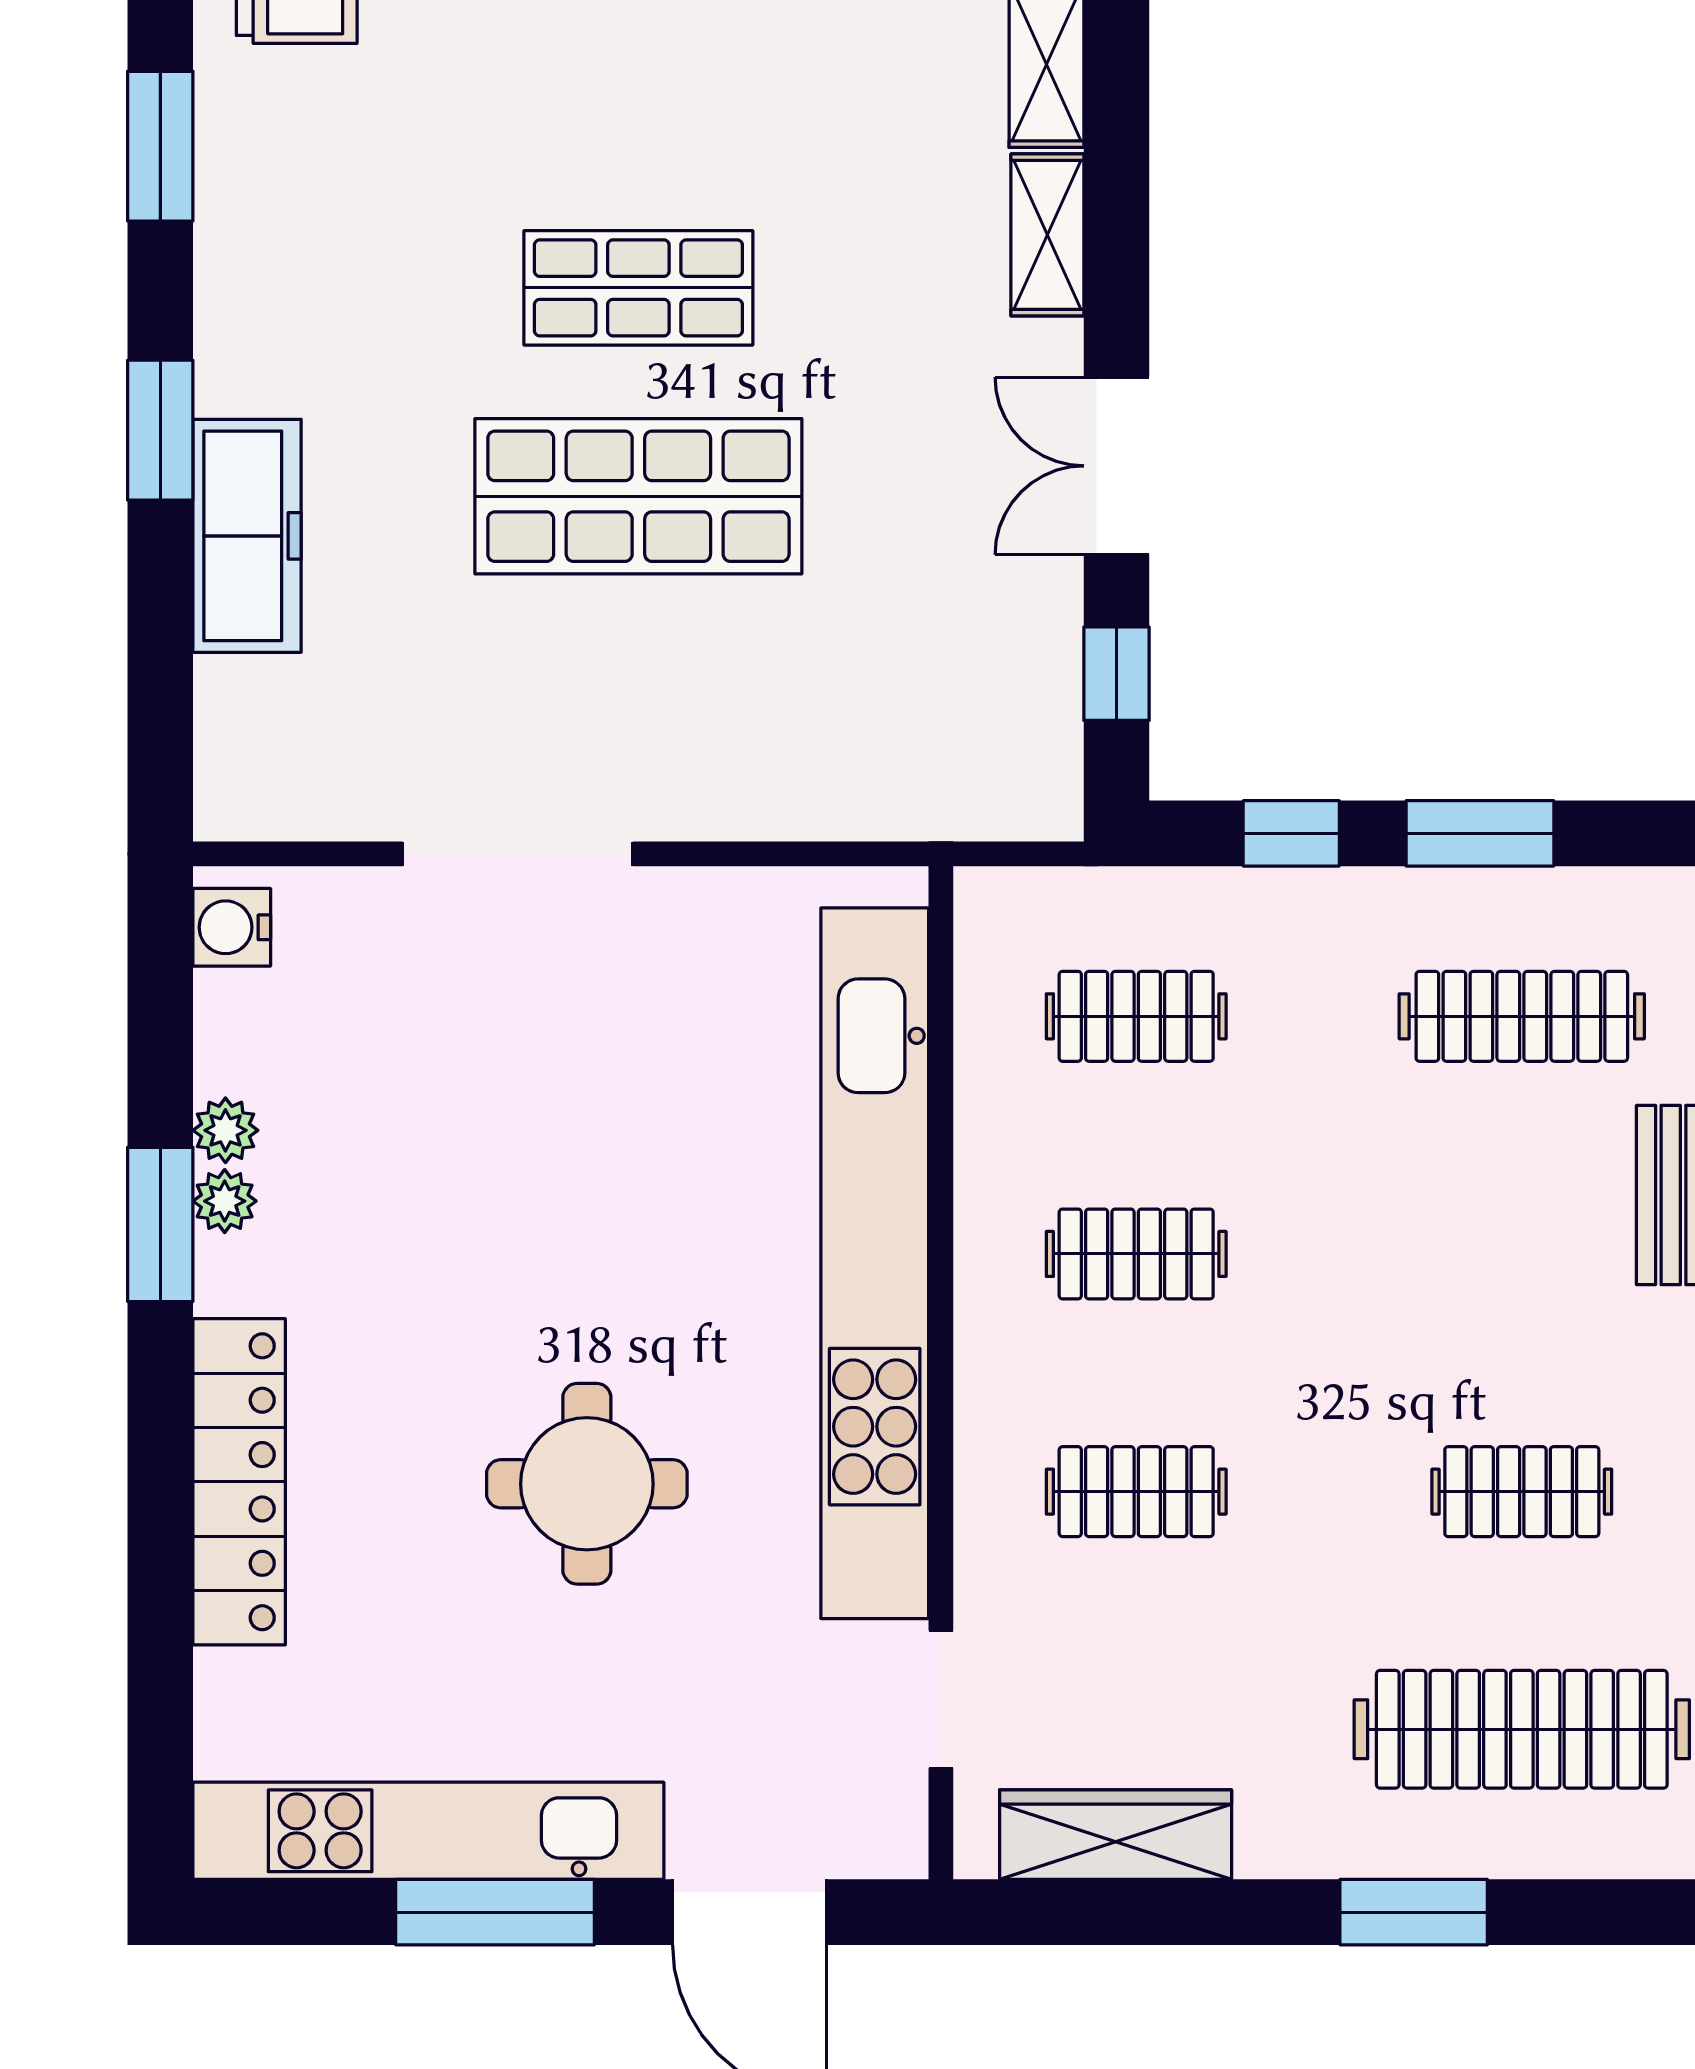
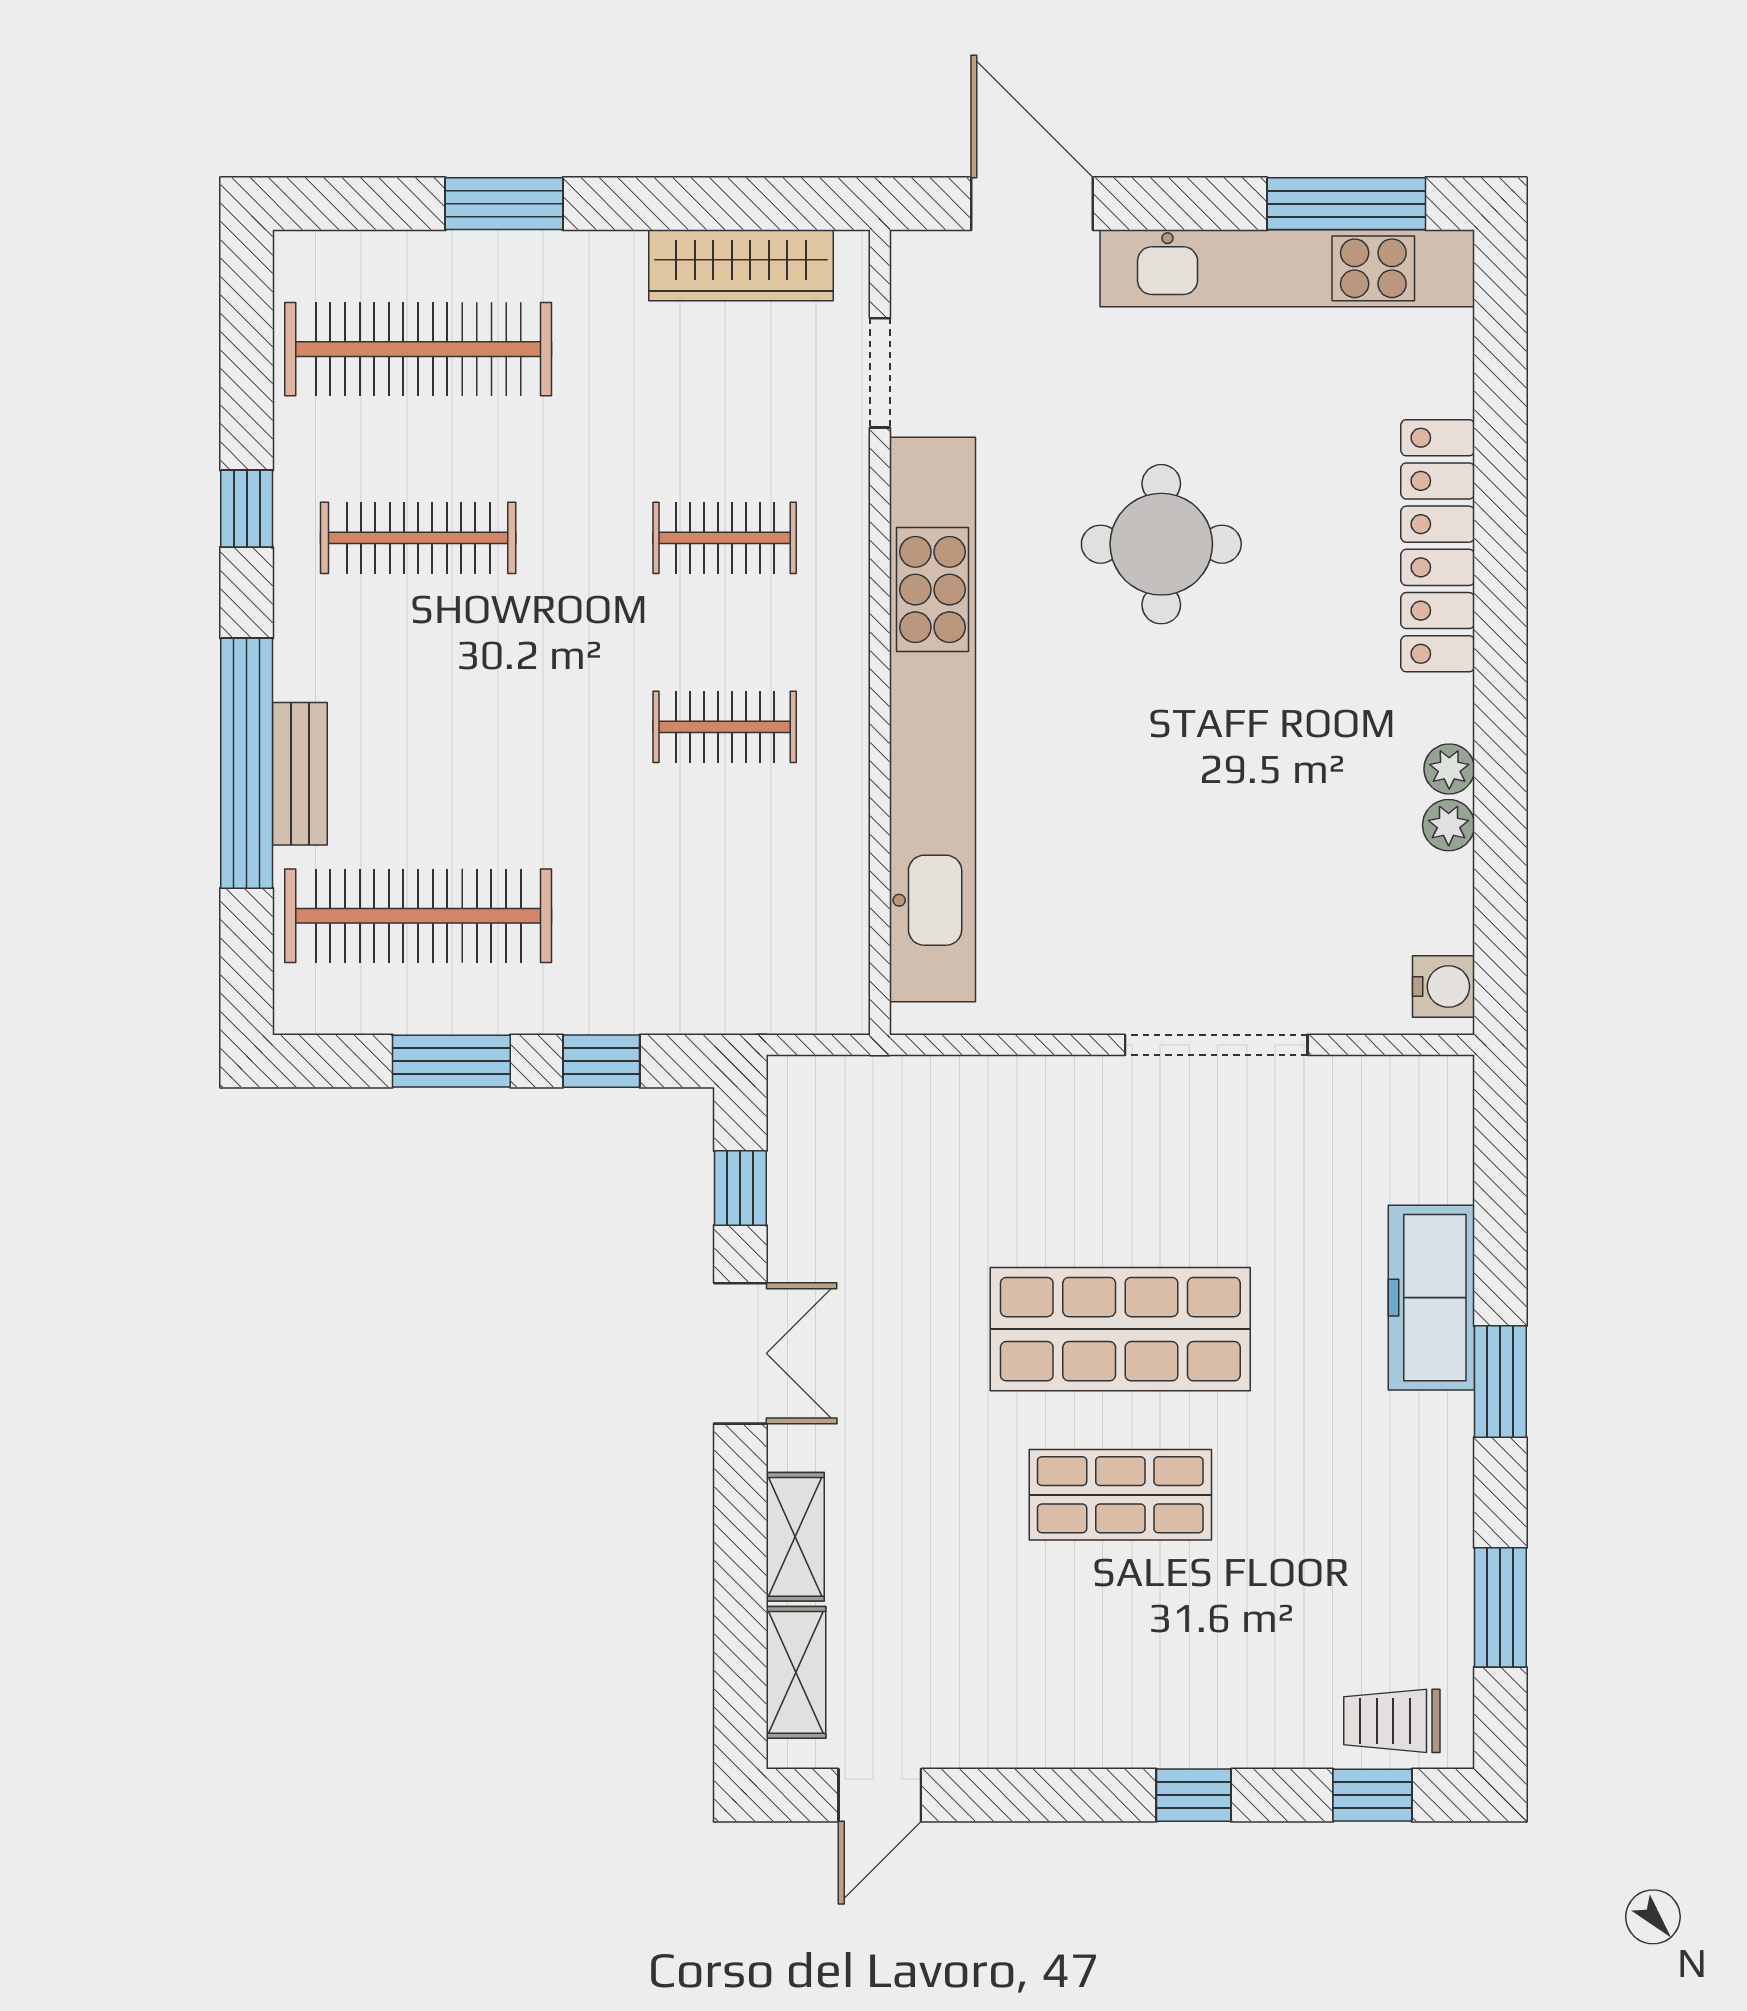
clothes rail: (1136, 1016) -> (725, 916), removed
clothes rail: (1522, 1016) -> (418, 916), width x1.37, depth x1.31
window: (160, 1224) -> (1500, 750), removed
clothes rail: (1522, 1492) -> (418, 538), width x1.36
window: (495, 1912) -> (1346, 204), moved

